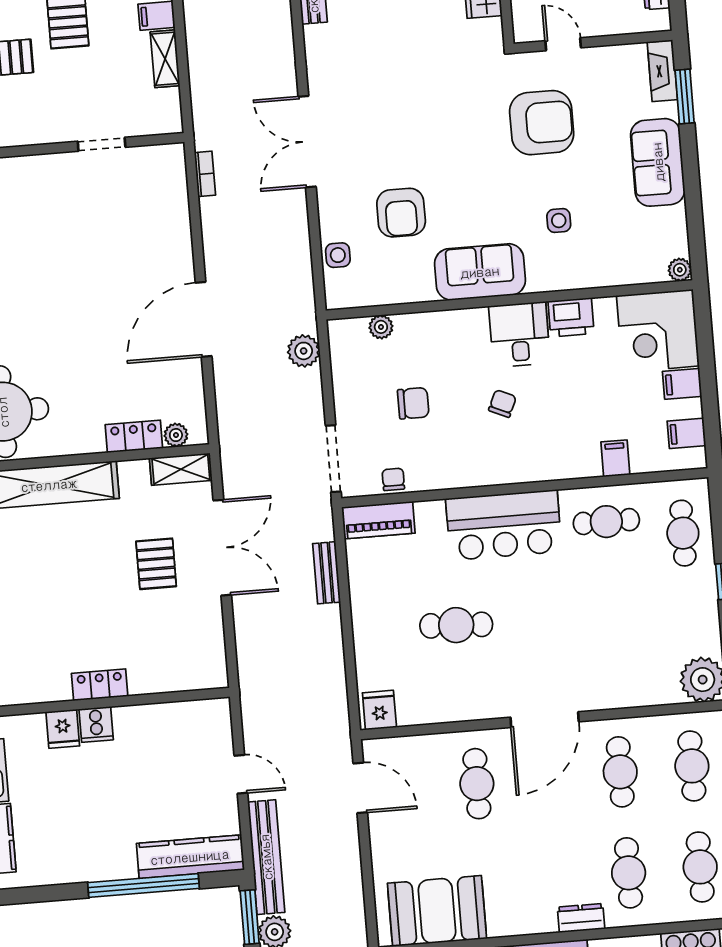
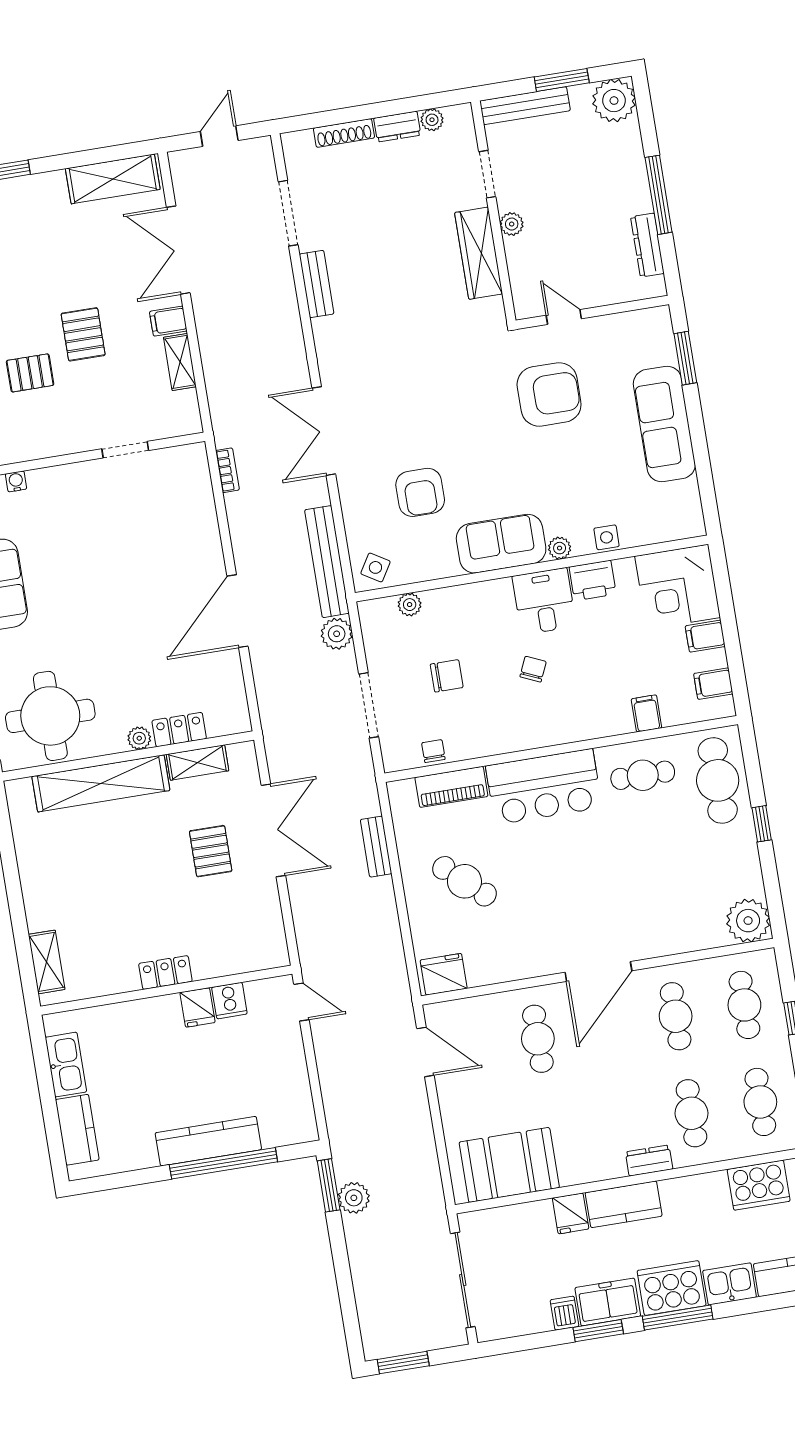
fireplace: (662, 71) -> (662, 335), removed
sofa: (658, 162) -> (664, 424), width x1.36
side table: (559, 221) -> (606, 537), moved
side table: (338, 255) -> (375, 567), moved, turned 31
plant: (680, 270) -> (560, 548), moved
plant: (176, 435) -> (139, 738), moved
doorway: (333, 459) -> (369, 705), moved
shelving: (181, 469) -> (197, 763), moved
piano: (378, 520) -> (451, 787), moved
cafe table: (683, 533) -> (718, 780), width x1.37, depth x1.35
cafe table: (456, 625) -> (464, 881), moved, turned 39
fridge: (379, 710) -> (444, 974), width x1.38
cooker: (96, 724) -> (229, 1001), moved
fridge: (63, 729) -> (198, 1007), moved
door: (241, 774) -> (301, 1002), moved
kitchen counter: (190, 857) -> (208, 1141), moved
bench: (266, 857) -> (327, 562), moved

